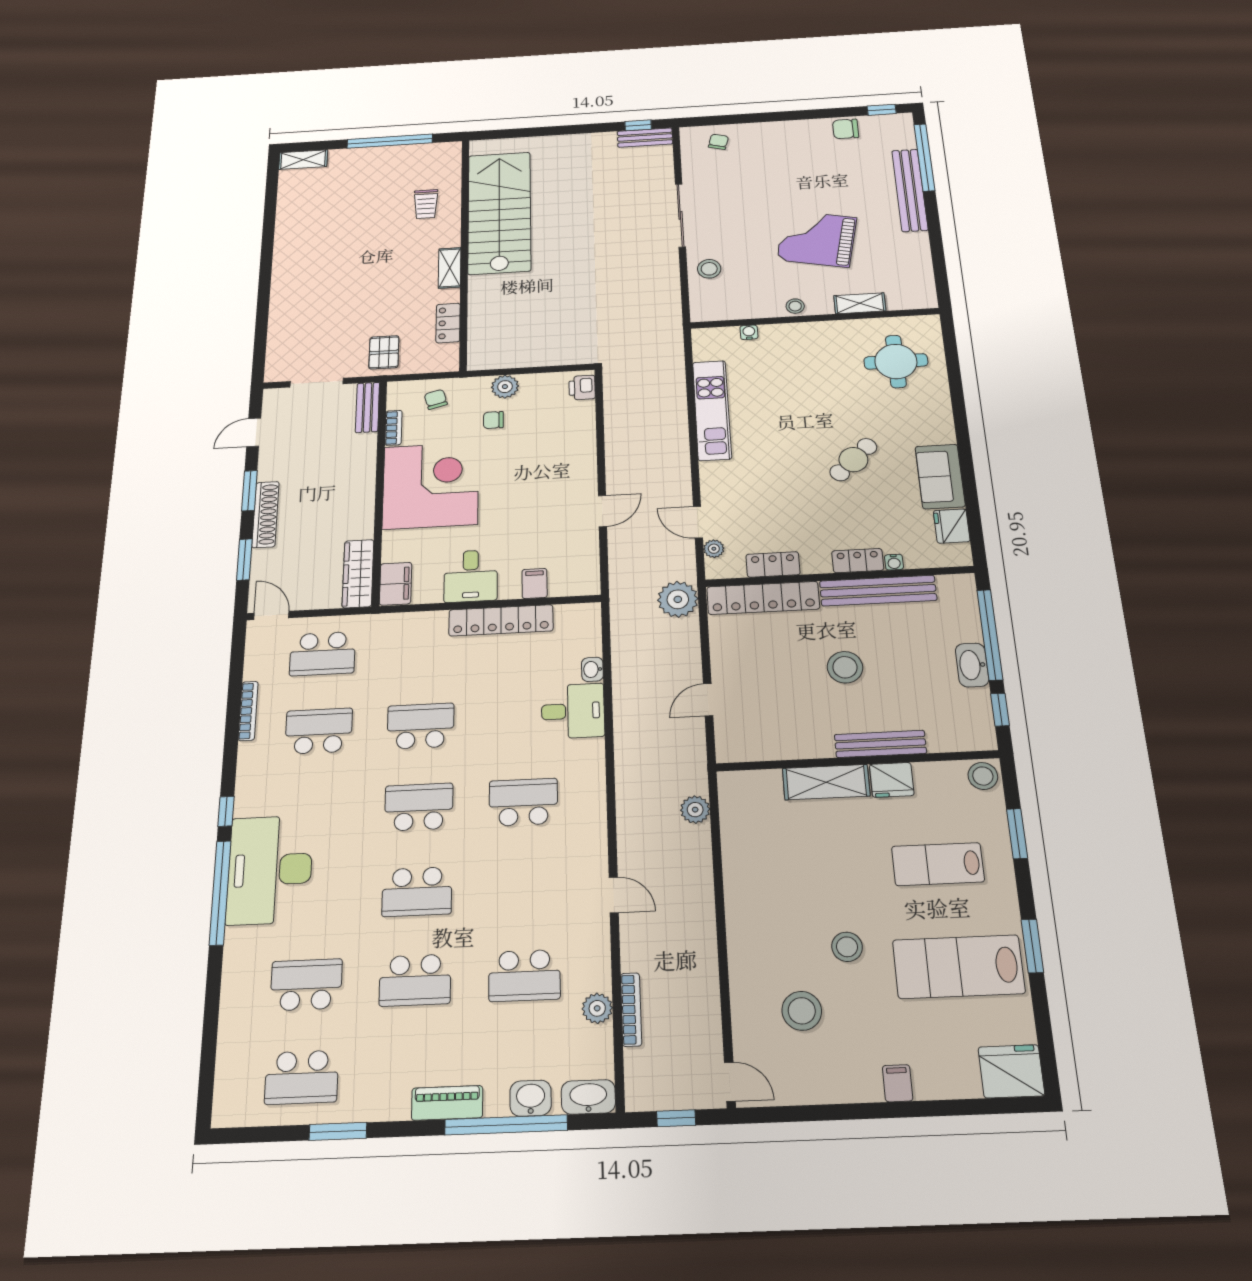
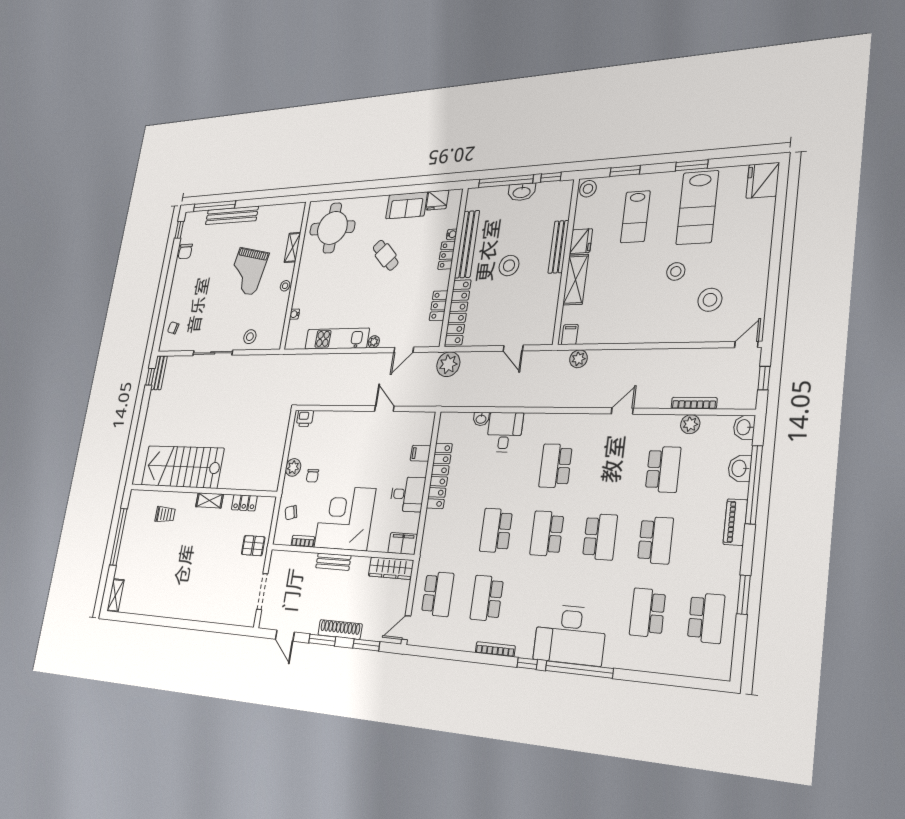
round table: (896, 361) -> (332, 228), width x1.36, depth x1.36
bench: (368, 407) -> (333, 562), moved
plant: (714, 549) -> (374, 342), moved
bookcase: (248, 711) -> (495, 649), moved
filing cabinet: (898, 1083) -> (570, 335), moved, turned 90
washbasin: (588, 1097) -> (744, 427), width x0.72

